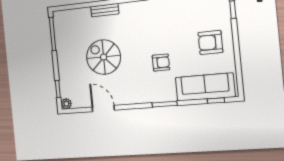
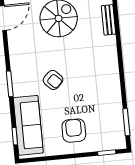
armchair: (161, 63) -> (53, 80), turned -45

